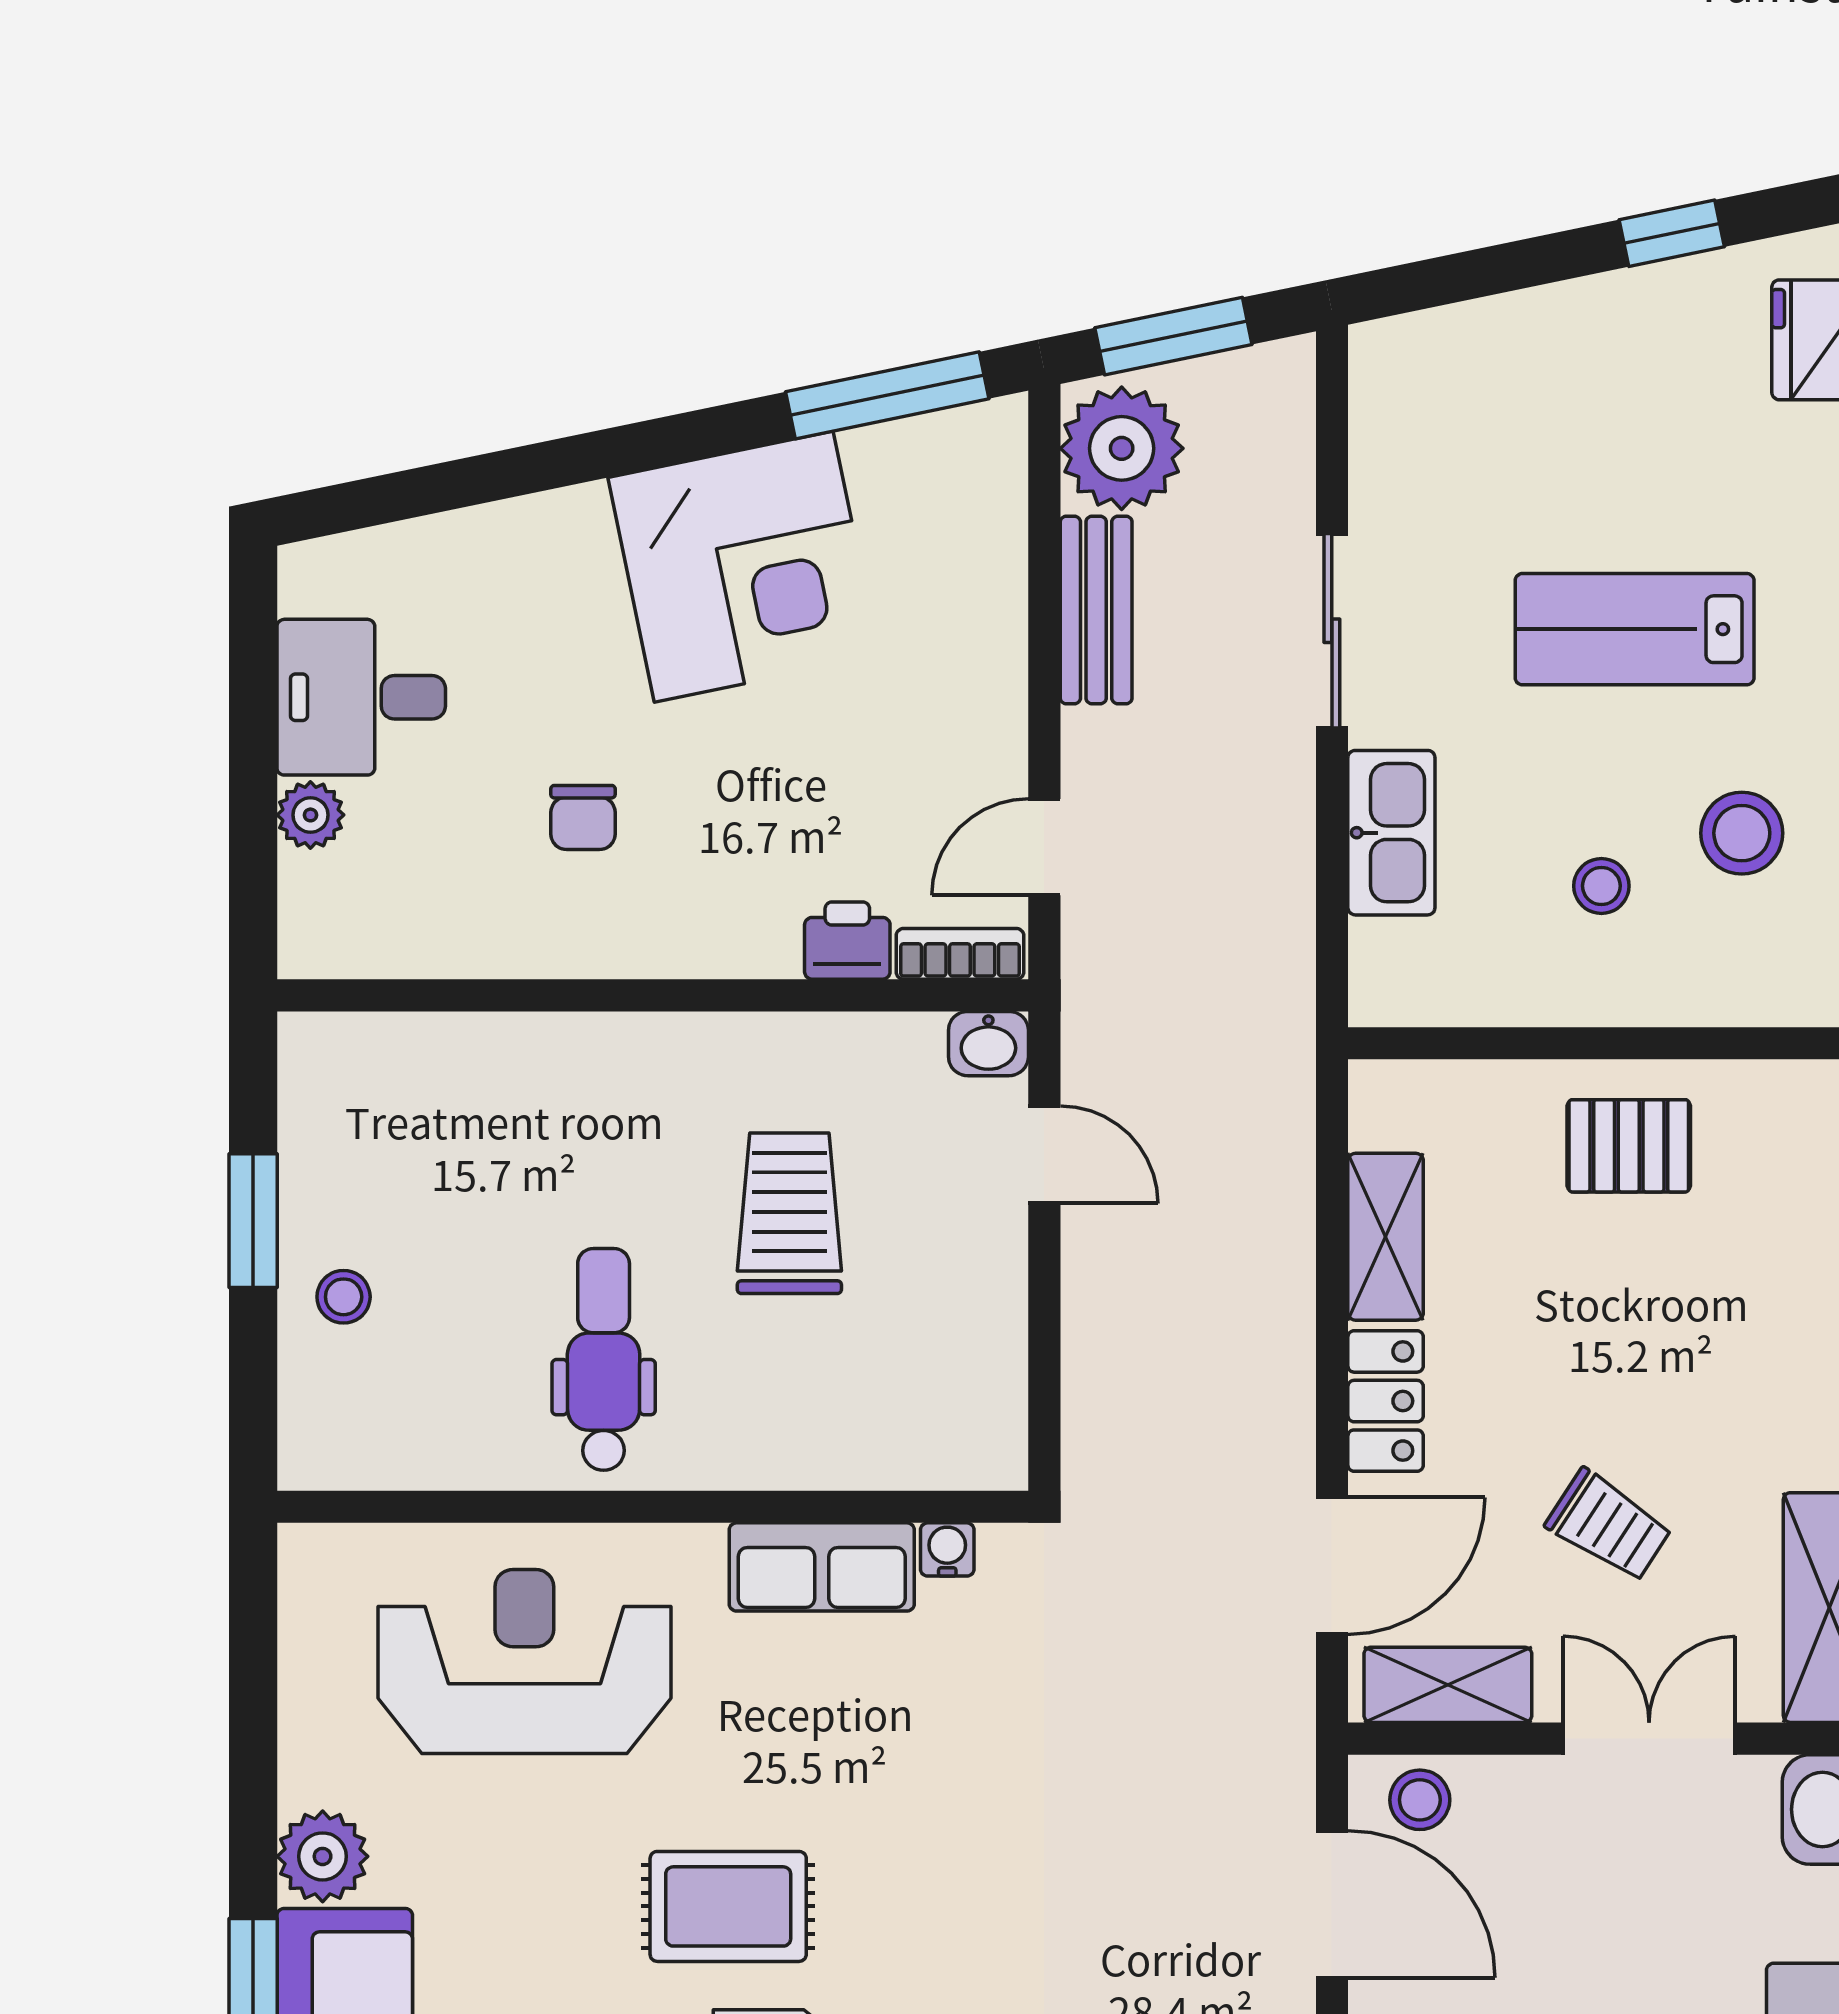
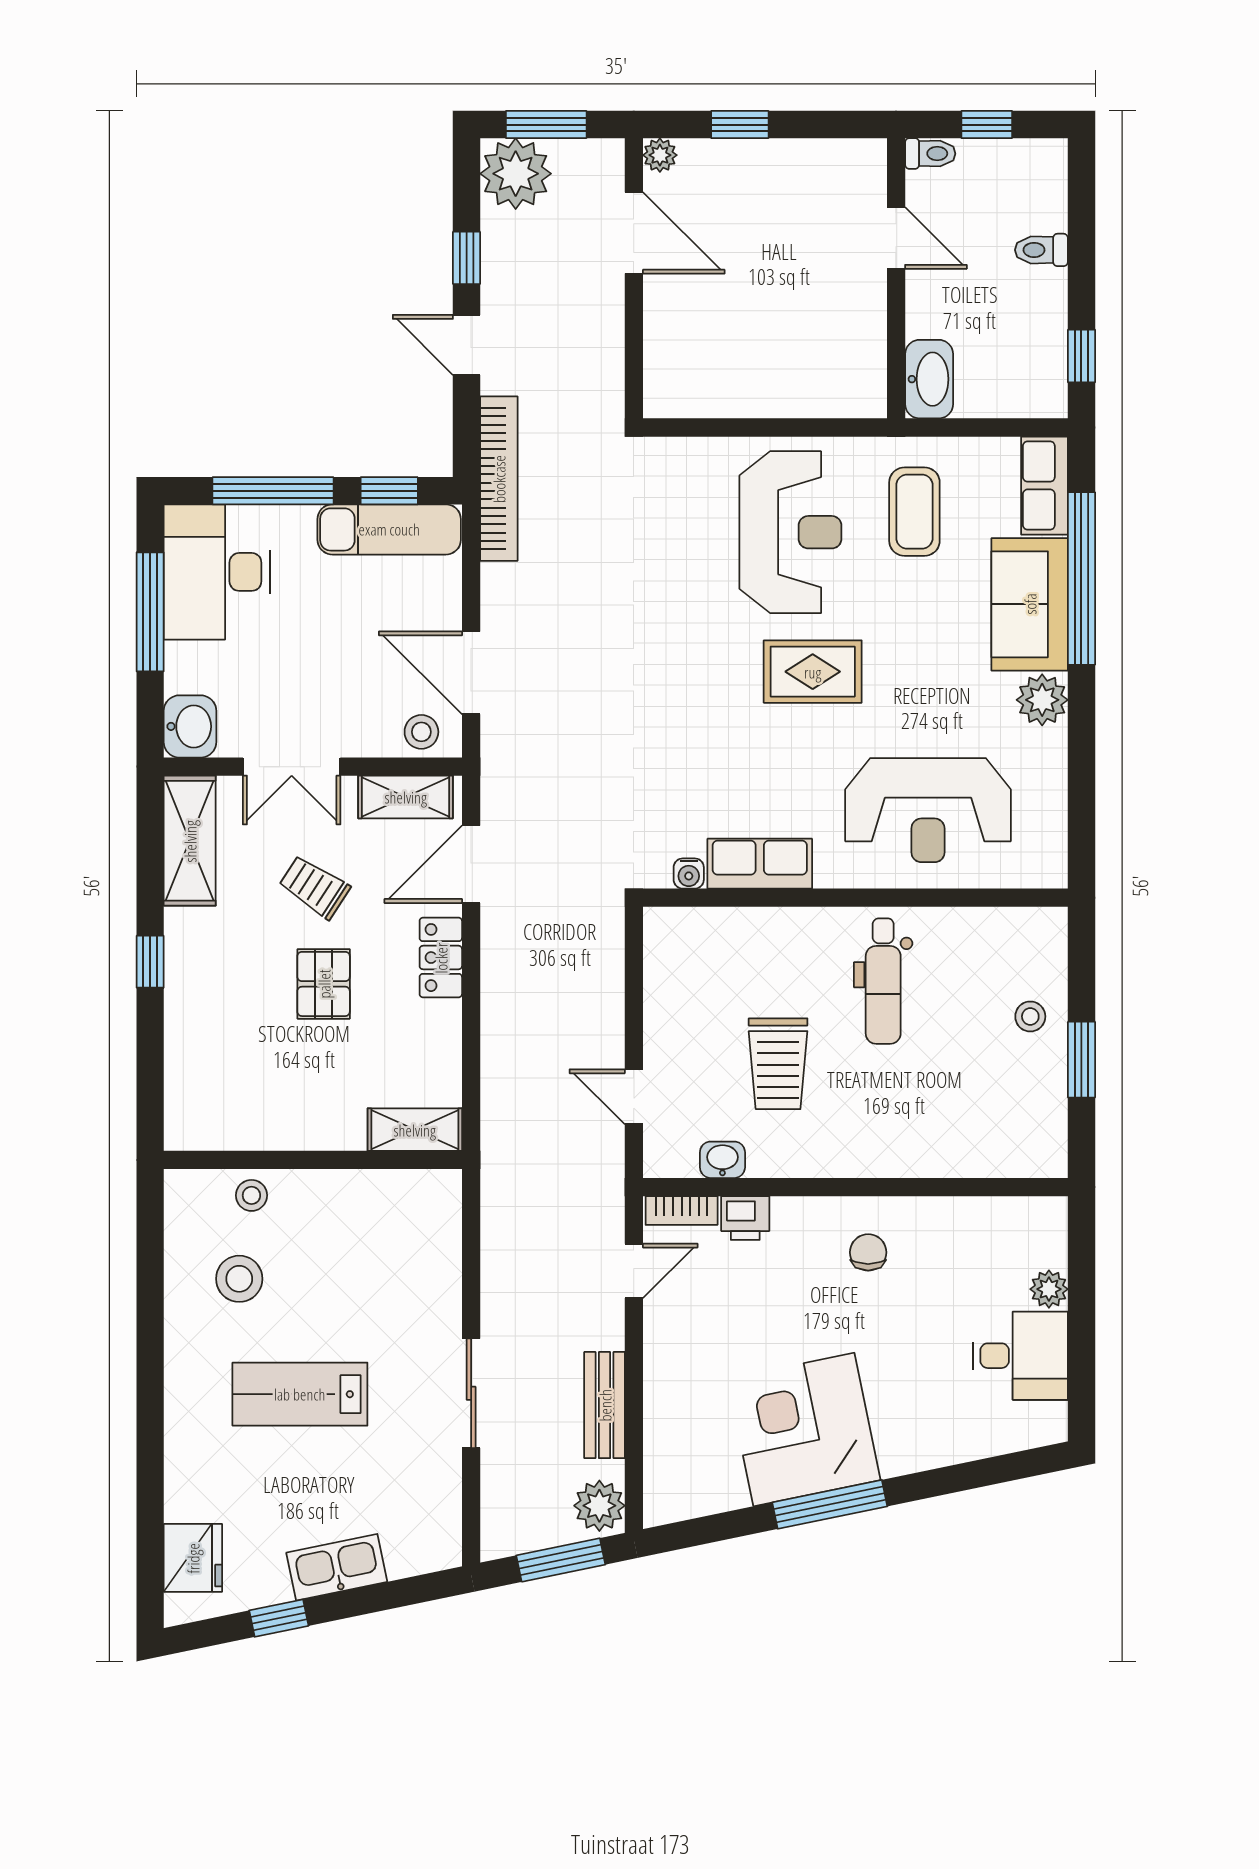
window: (887, 395) -> (830, 1504), moved
plant: (1122, 448) -> (599, 1506), width x0.73, depth x0.73
lab bench: (1635, 629) -> (300, 1394), turned 180
chair: (583, 817) -> (868, 1252), moved
kitchen sink: (1391, 833) -> (337, 1567), moved, turned 78
stool: (1601, 886) -> (251, 1195), moved
washbasin: (988, 1044) -> (722, 1160), moved
pallet: (1629, 1146) -> (324, 984), moved, turned 90
shelving: (1386, 1237) -> (415, 1130), moved, turned 90

